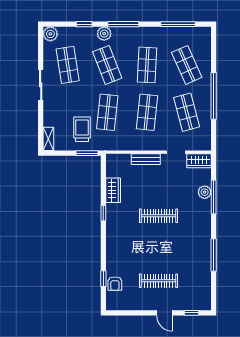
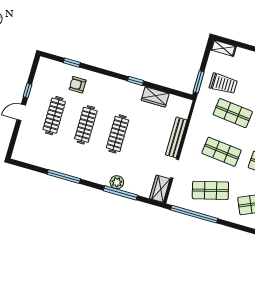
window: (214, 96) -> (194, 214), moved
bench: (146, 159) -> (176, 137), width x1.36
plant: (205, 192) -> (117, 182), moved
clothes rail: (159, 248) -> (86, 125), added
armchair: (115, 284) -> (78, 85), moved
window: (192, 313) -> (28, 91), moved

